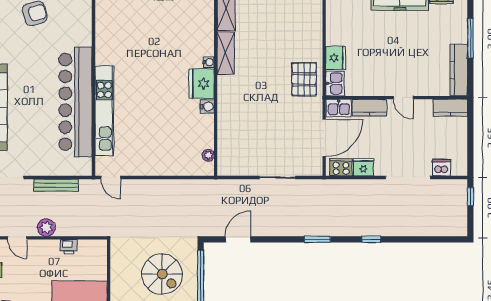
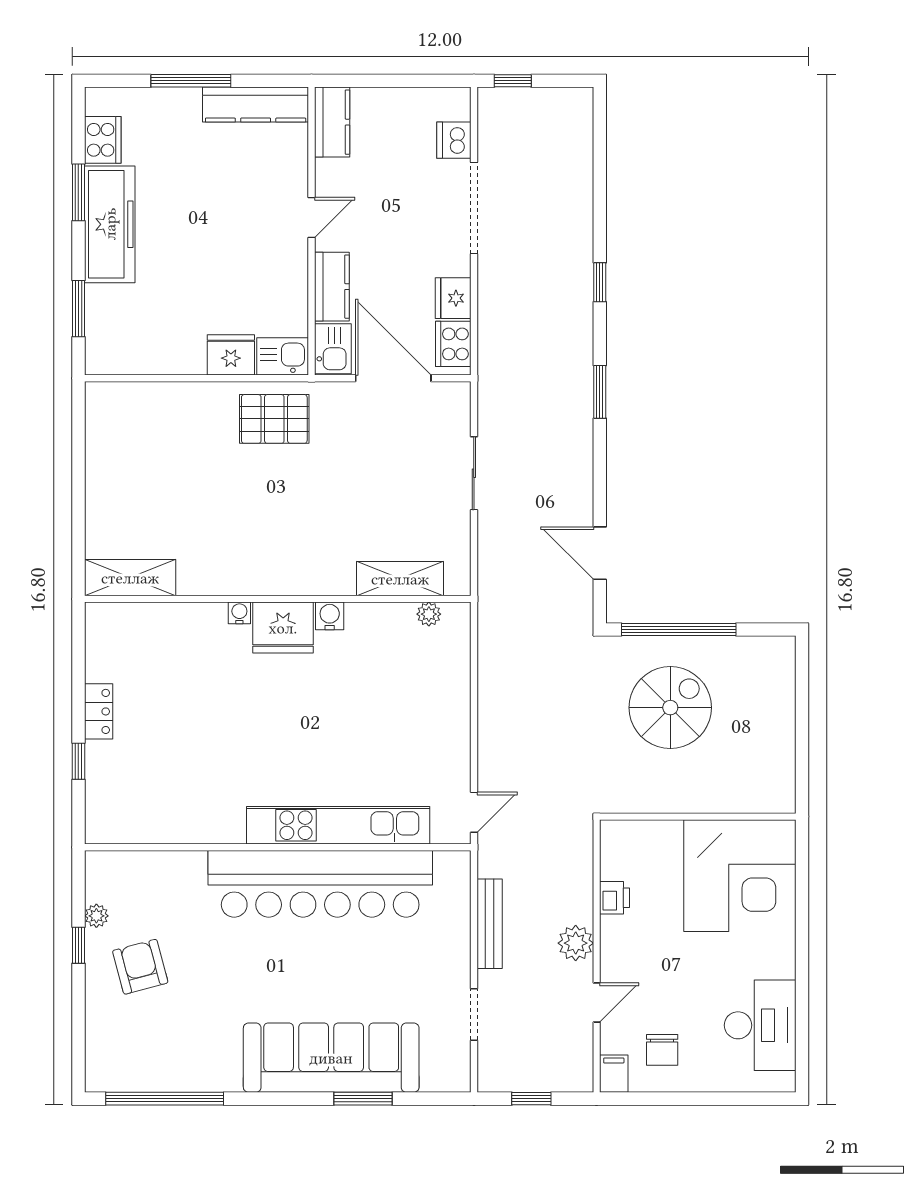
shelving: (226, 53) -> (400, 579), moved

